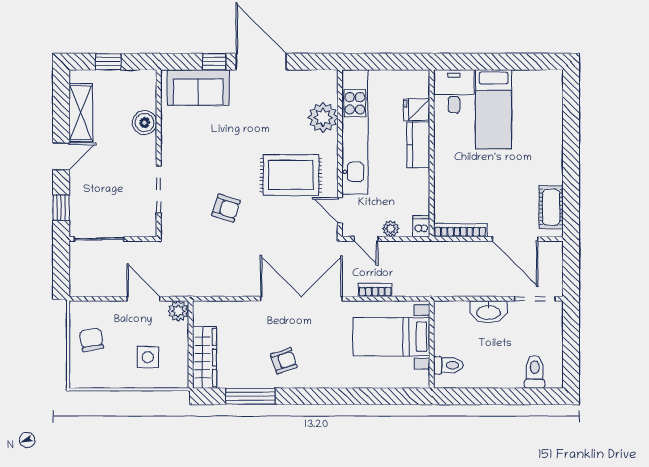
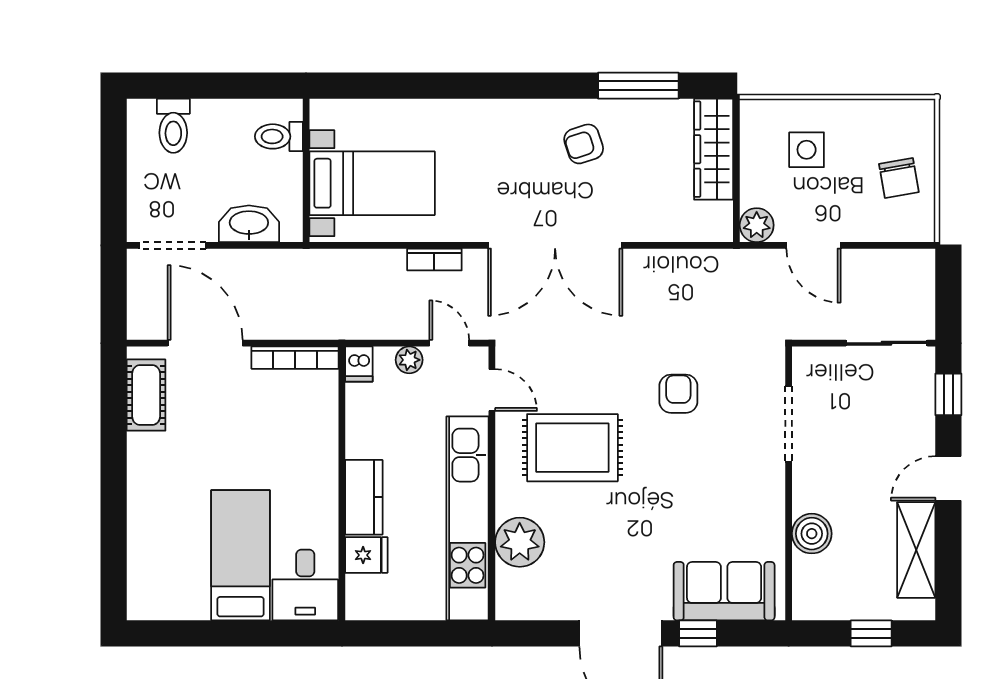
armchair: (226, 208) -> (678, 394), turned 72
bed with nightstands: (391, 337) -> (372, 183), moved
wall: (432, 345) -> (306, 170), moved
toilet: (448, 365) -> (279, 136), moved

